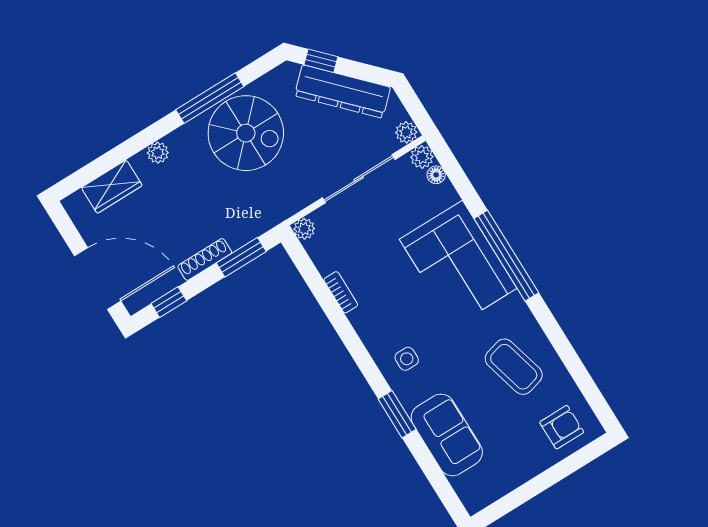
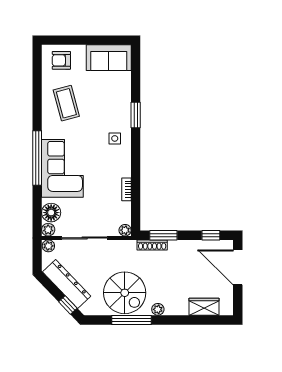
spiral stairs: (246, 133) -> (125, 293), turned 180
plant: (158, 153) -> (158, 309), moved
floor lamp: (436, 175) -> (51, 213), width x1.89, depth x1.89
shoe rack: (205, 259) -> (152, 245), moved
sofa: (447, 435) -> (109, 58), moved, turned -90

